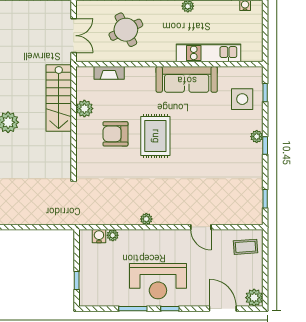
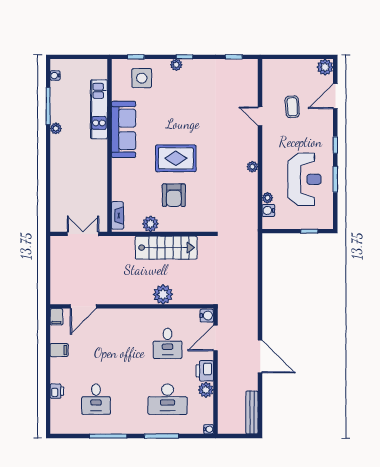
round table: (126, 30) -> (78, 186), removed
fireplace: (109, 73) -> (117, 215), moved
stairs: (59, 98) -> (166, 248), moved
door: (201, 227) -> (260, 116), swing flipped
coffee table: (245, 247) -> (292, 107), moved
reception desk: (158, 281) -> (304, 179), moved

